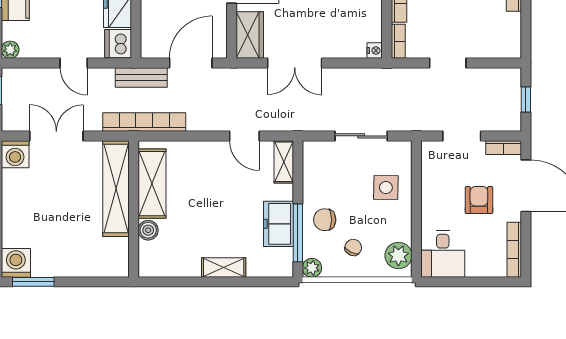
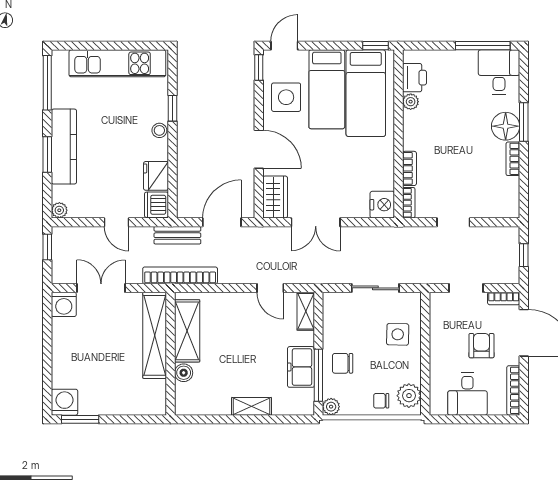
nightstand: (375, 51) -> (382, 205), width x1.89, depth x1.79
chair: (353, 247) -> (381, 401), moved, turned -116
desk: (443, 254) -> (467, 394), moved

